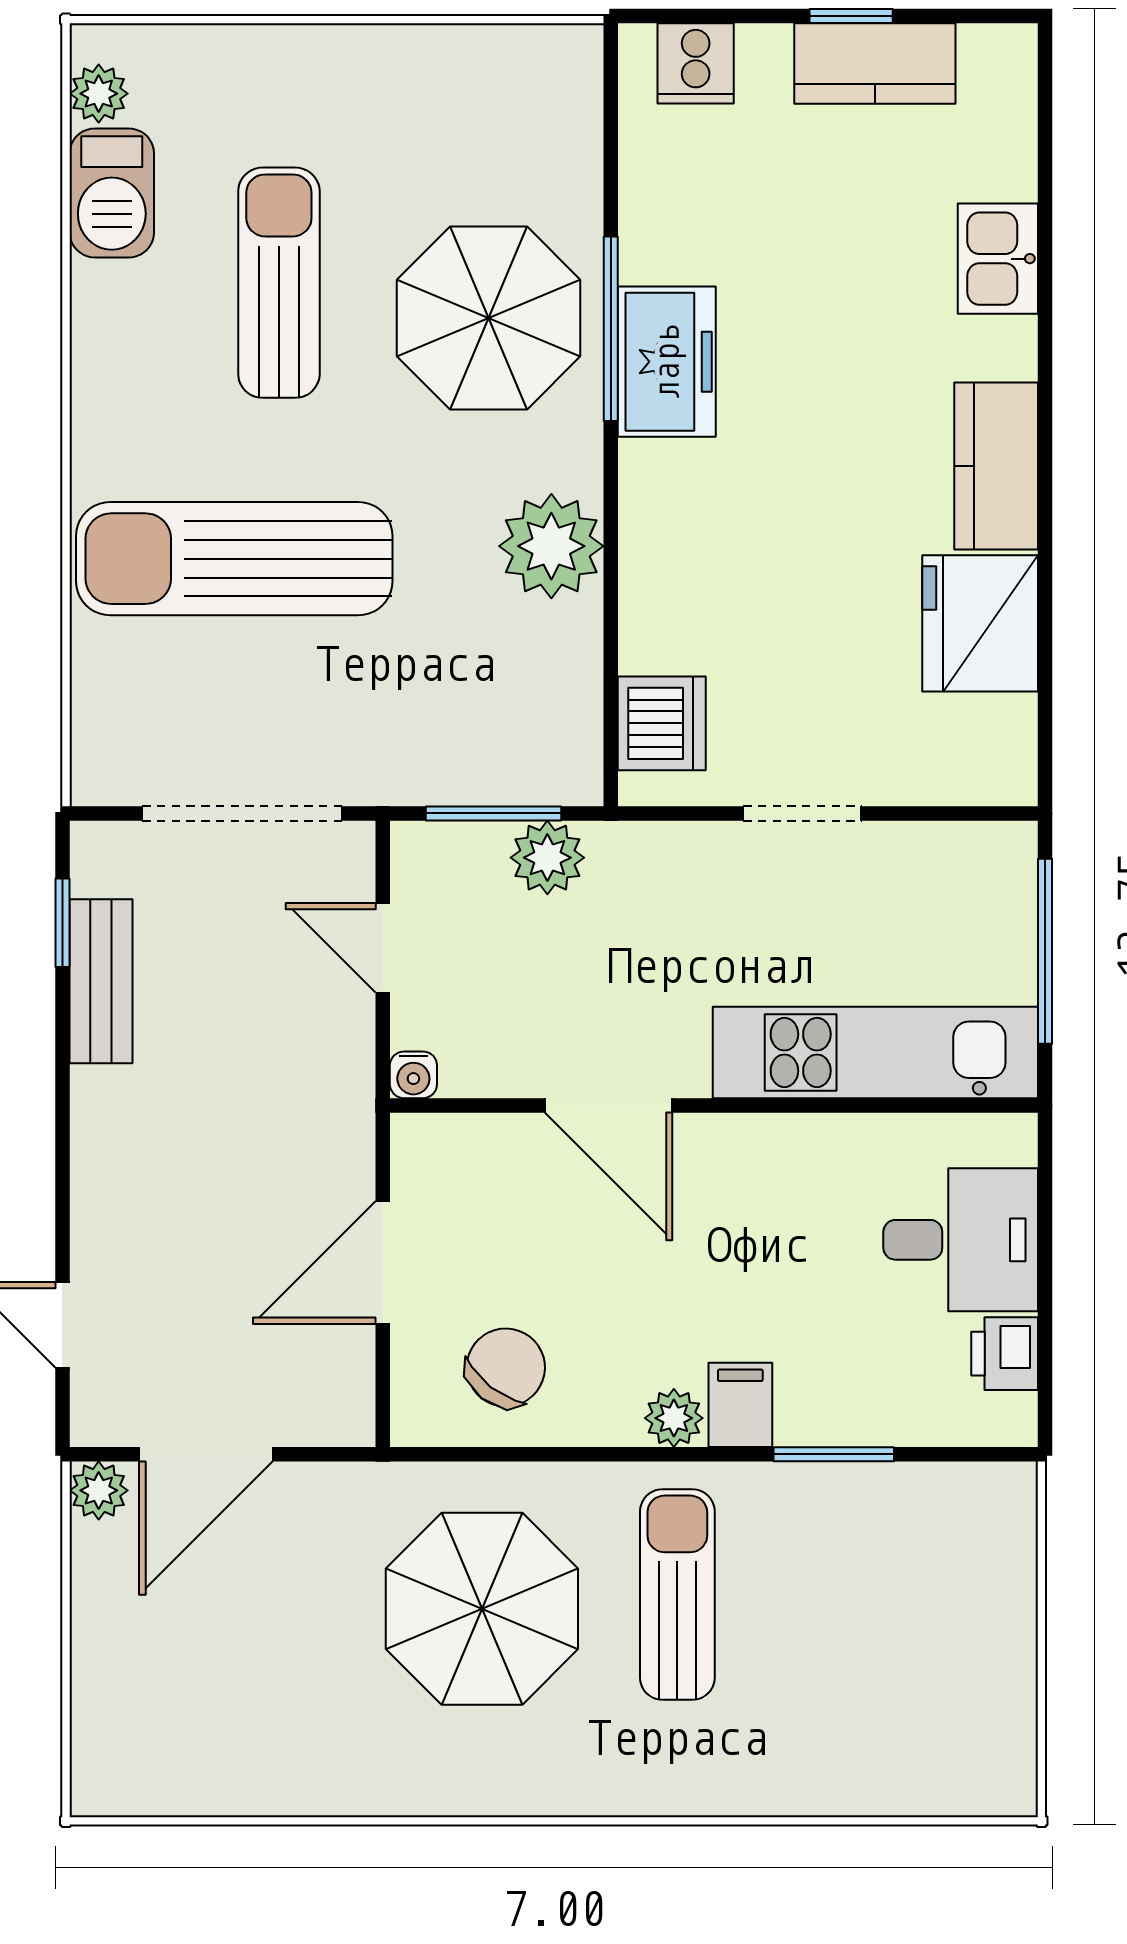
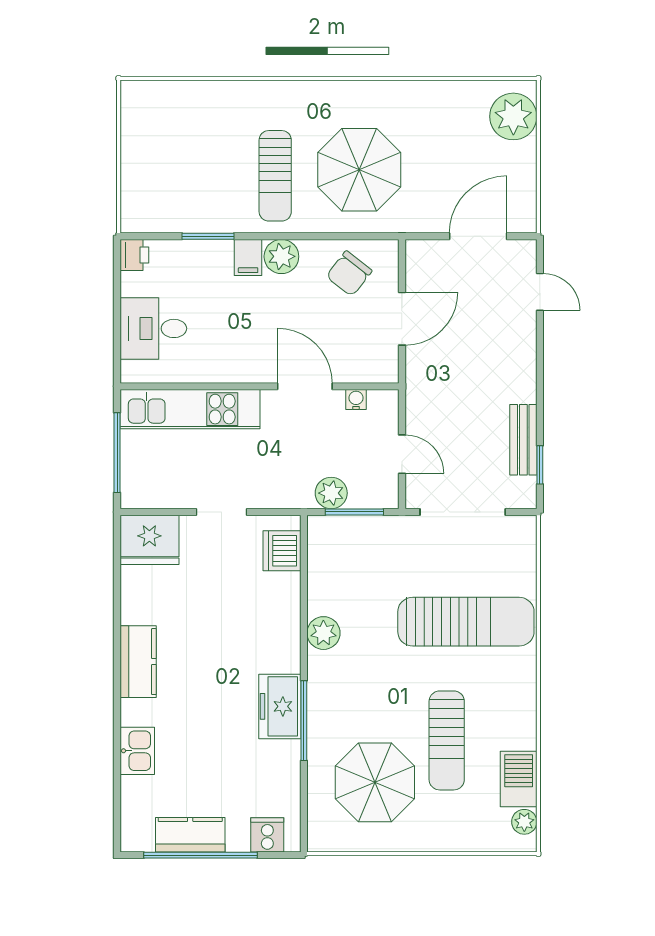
window: (851, 16) -> (200, 855), width x3.17
parasol: (489, 318) -> (375, 782), moved
plant: (551, 546) -> (323, 633), width x0.73, depth x0.73
fridge: (980, 623) -> (149, 540), moved, turned 90
water cooler: (413, 1075) -> (356, 399), moved
printer: (1005, 1354) -> (134, 255), moved
plant: (674, 1418) -> (281, 256), width x1.38, depth x1.38
plant: (99, 1490) -> (513, 116), moved, width x1.87, depth x1.87

